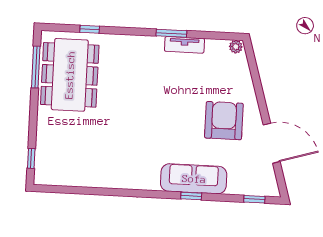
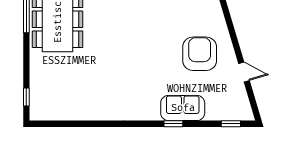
door: (272, 143) -> (244, 72), width x0.53
sofa: (194, 179) -> (183, 108), width x0.73

